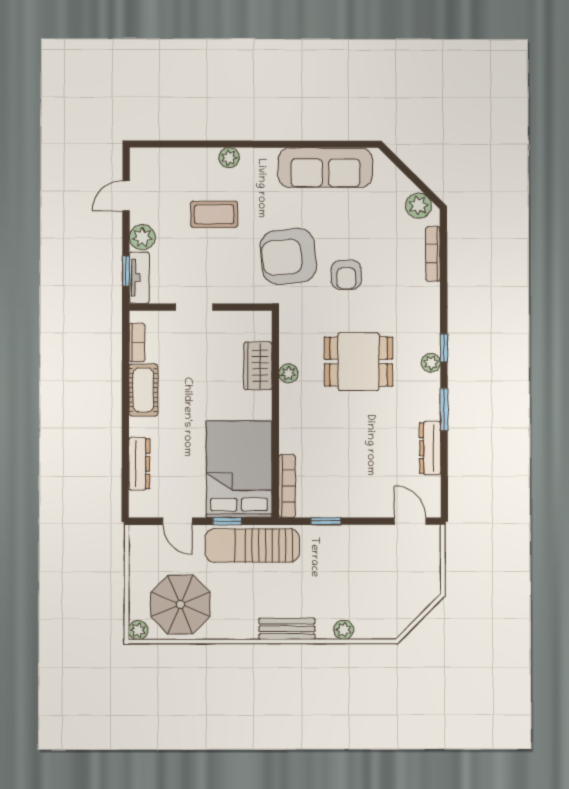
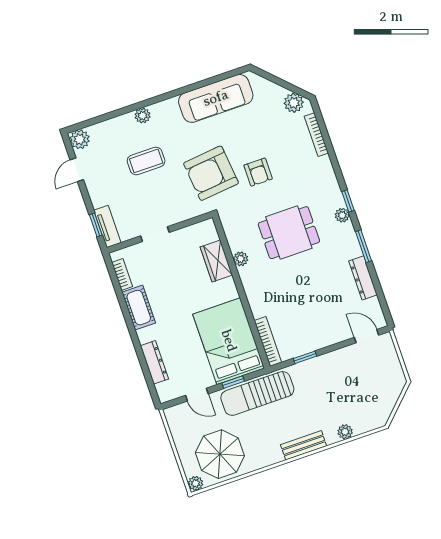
plant: (142, 237) -> (80, 139), moved

